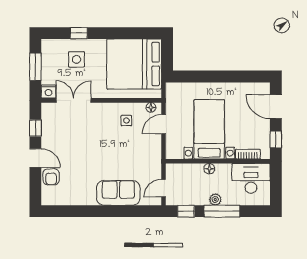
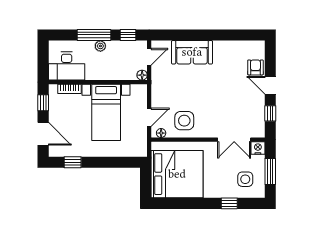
side table: (76, 59) -> (245, 179), moved
window: (245, 76) -> (73, 162), added
side table: (126, 121) -> (184, 121), width x1.87, depth x1.87
floor lamp: (209, 169) -> (142, 75), moved

